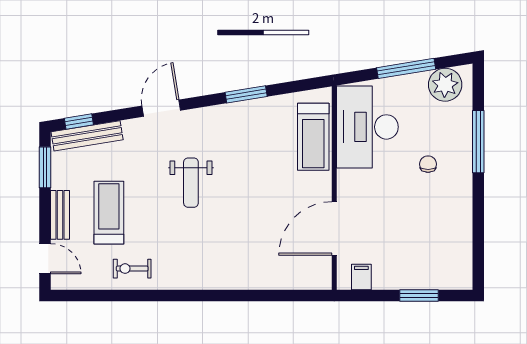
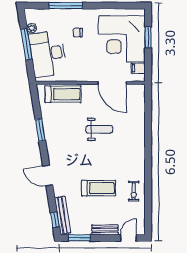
plant: (445, 85) -> (32, 28), width x0.53, depth x0.53
desk: (367, 127) -> (48, 54), moved, turned 81
weight bench: (191, 183) -> (99, 129), moved
treadmill: (109, 213) -> (99, 188), moved, turned 180
corner desk: (416, 246) -> (122, 39), added

